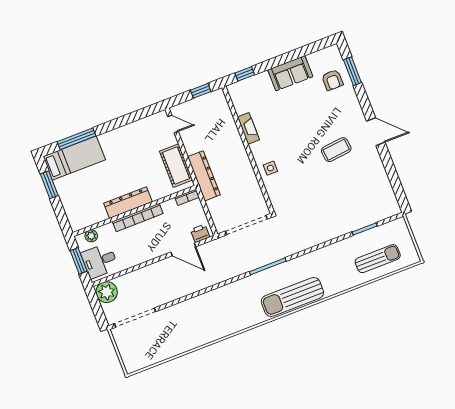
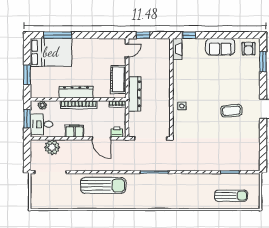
armchair: (332, 80) -> (248, 49), moved
window: (201, 91) -> (143, 35), moved
door: (173, 124) -> (127, 50), hinge flipped
fireplace: (248, 128) -> (177, 49), moved
bed: (74, 158) -> (51, 52), width x1.50
window: (49, 185) -> (27, 75), moved
filing cabinet: (145, 253) -> (74, 131), added
plant: (107, 292) -> (52, 147), moved
sun lounger: (292, 297) -> (103, 185), moved, turned 180

